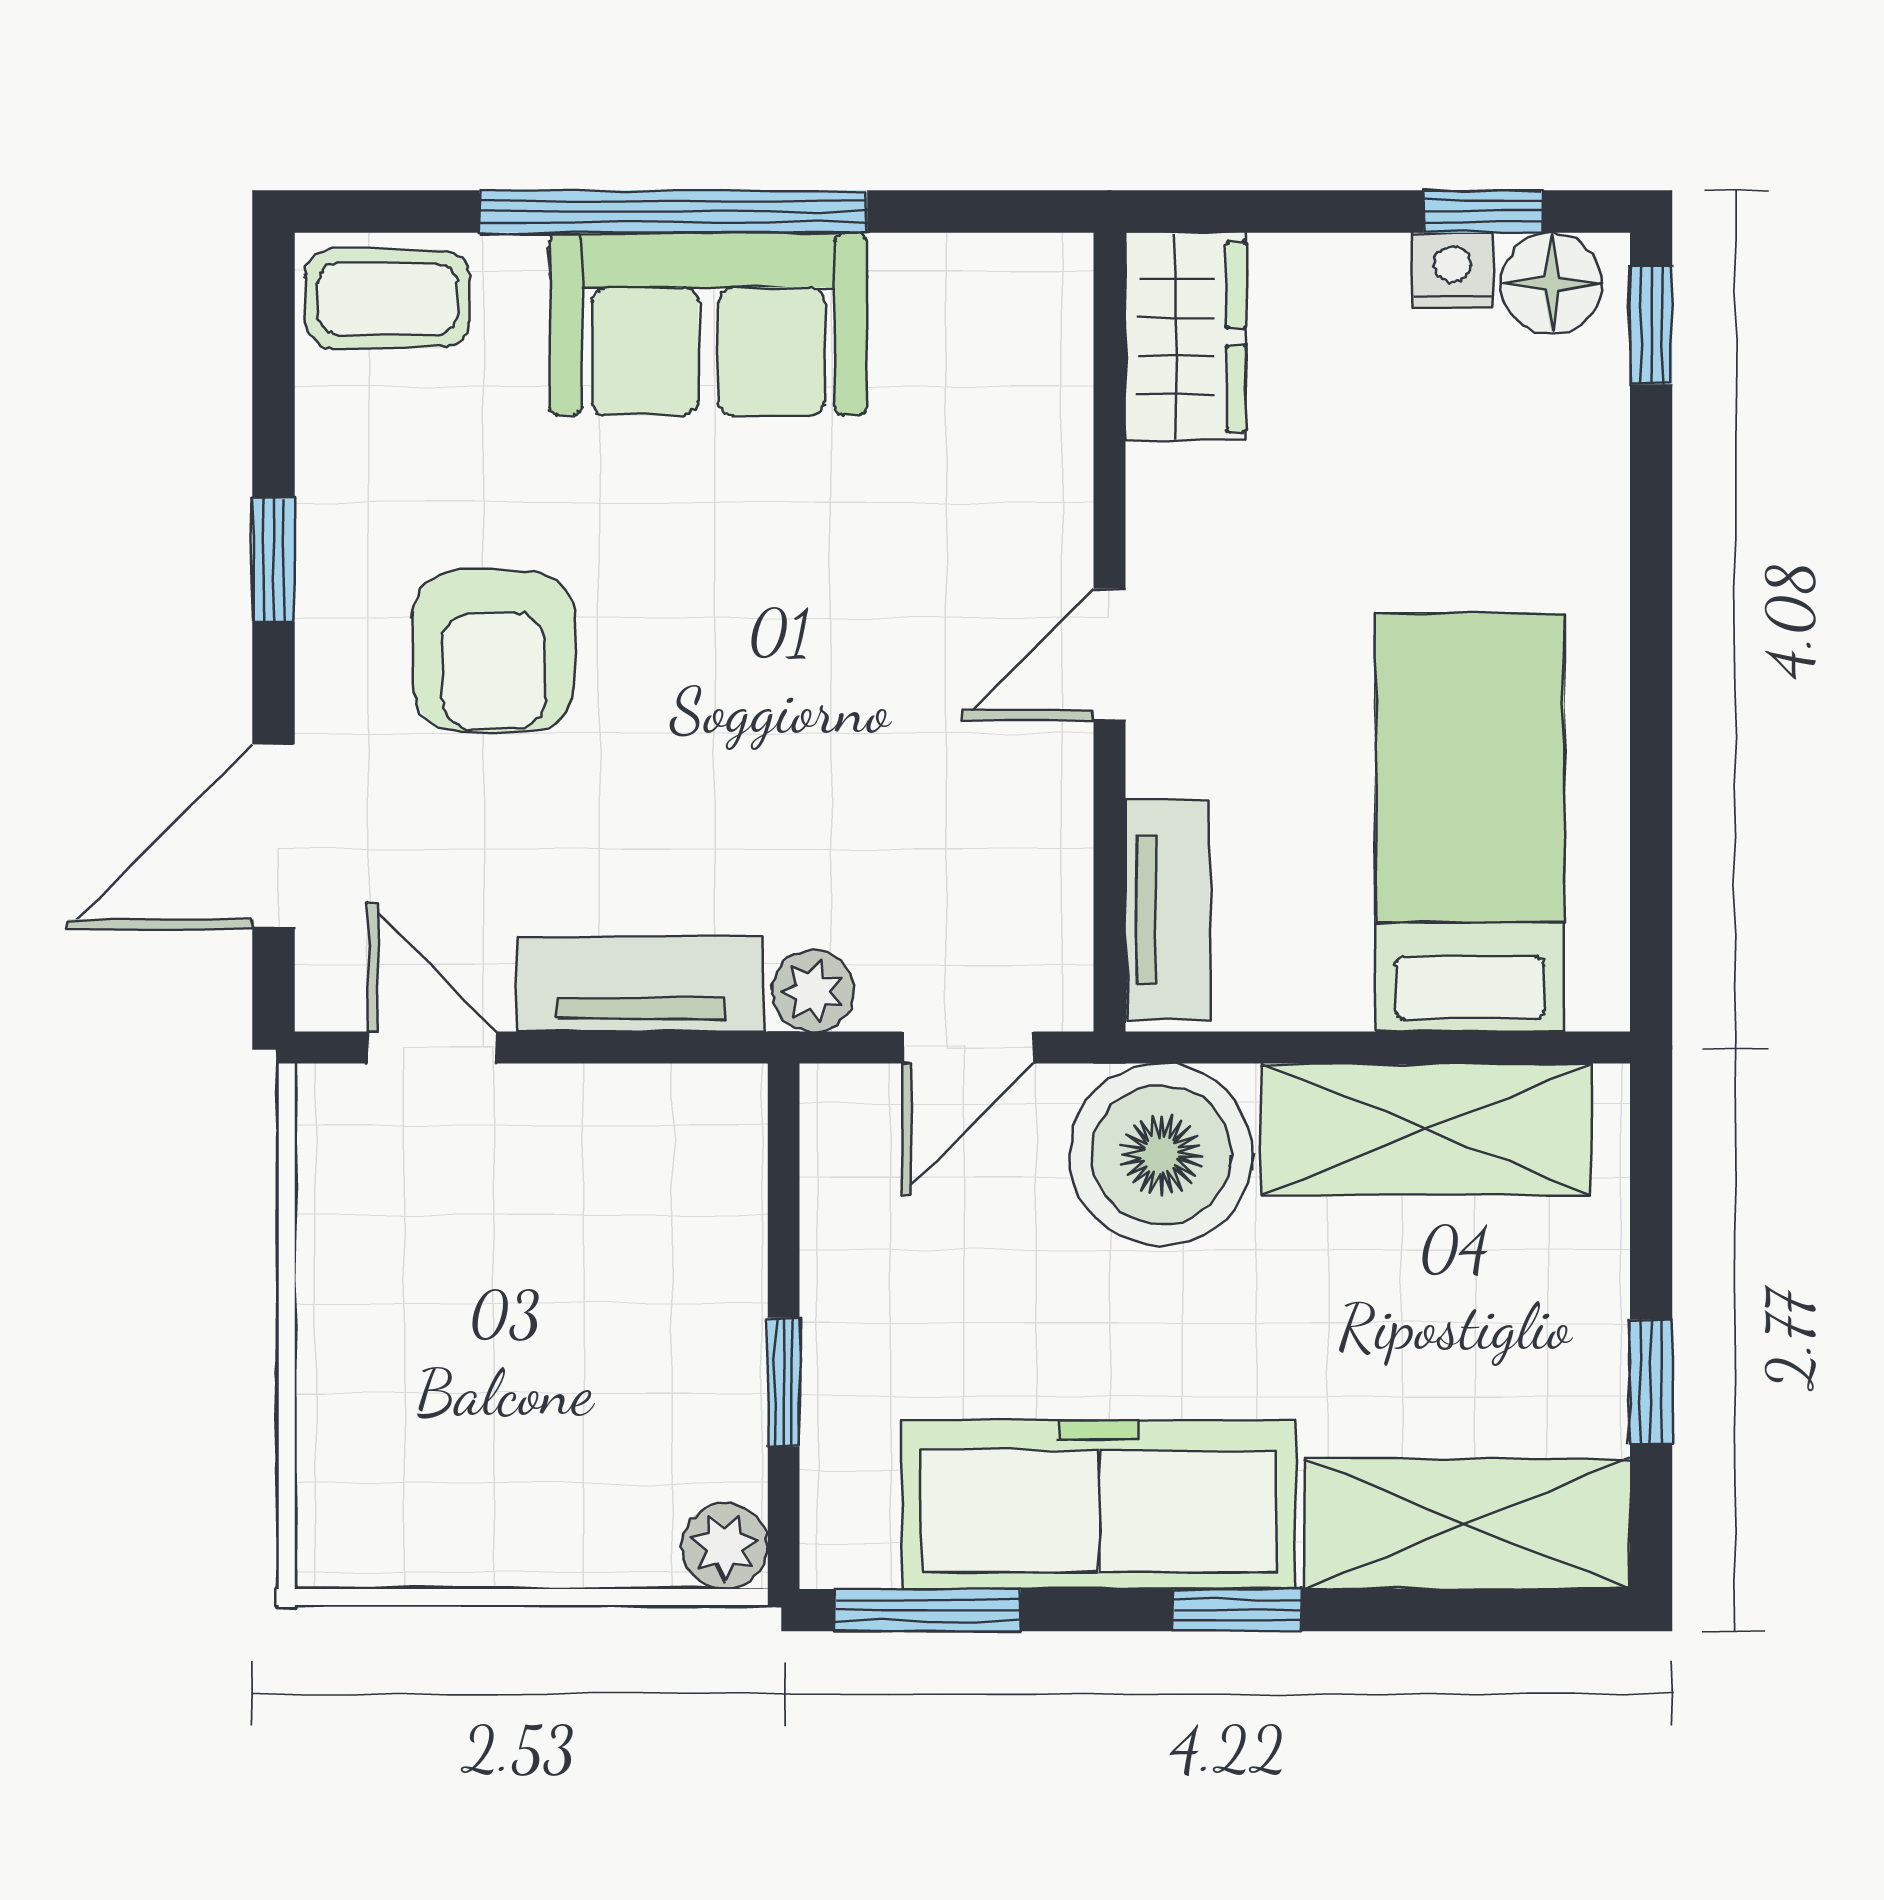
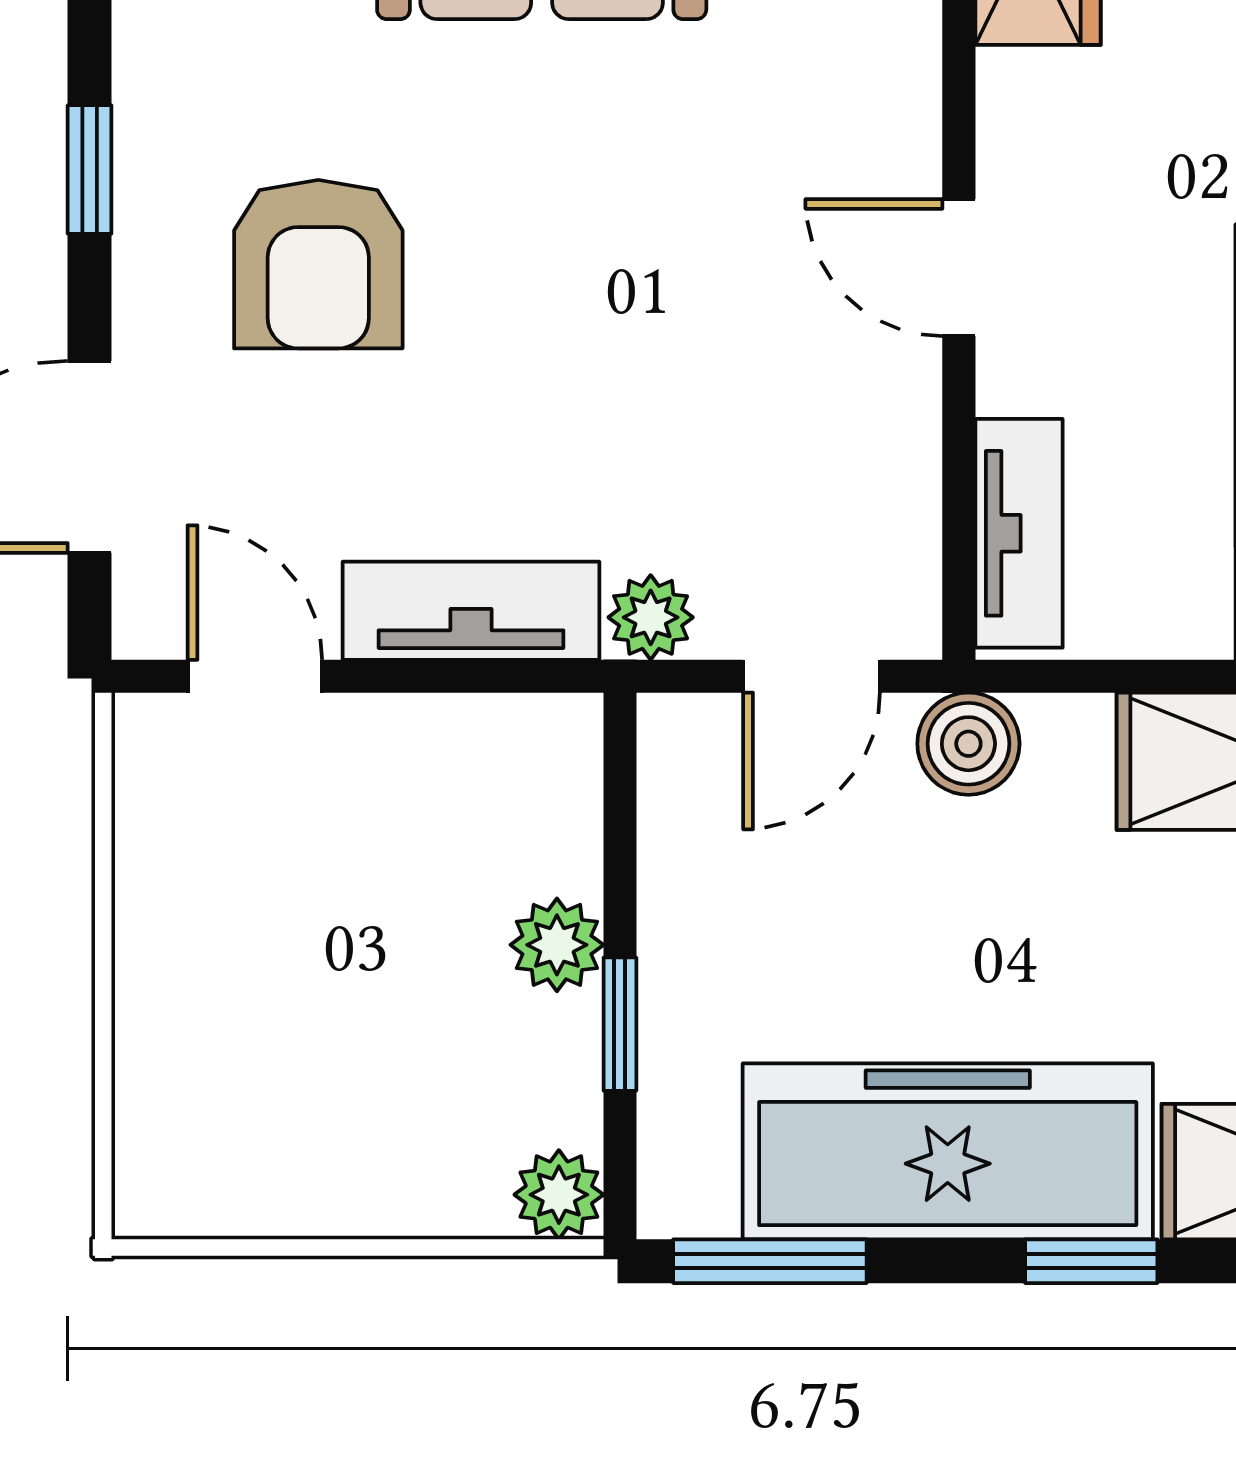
door: (1110, 655) -> (959, 268), hinge flipped
boiler: (1161, 1155) -> (968, 744), width x0.54, depth x0.54
plant: (723, 1306) -> (557, 945), added

